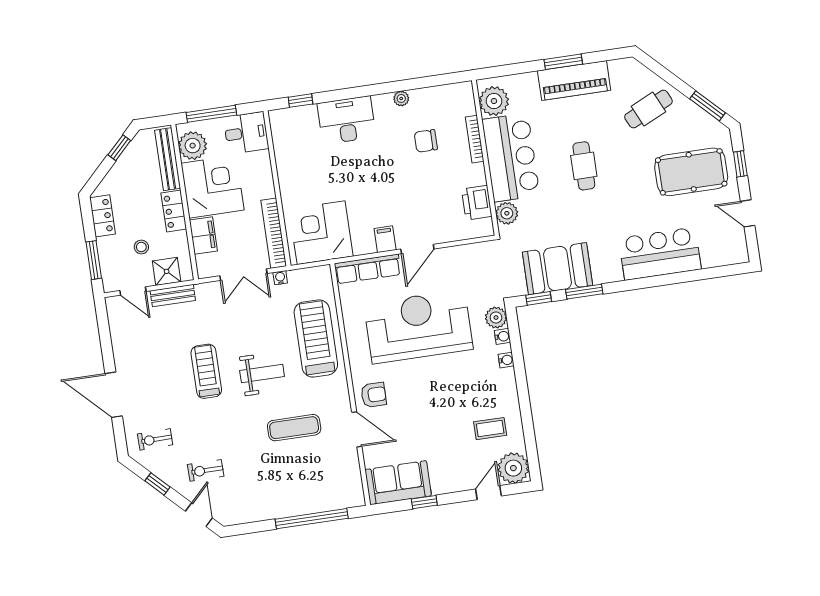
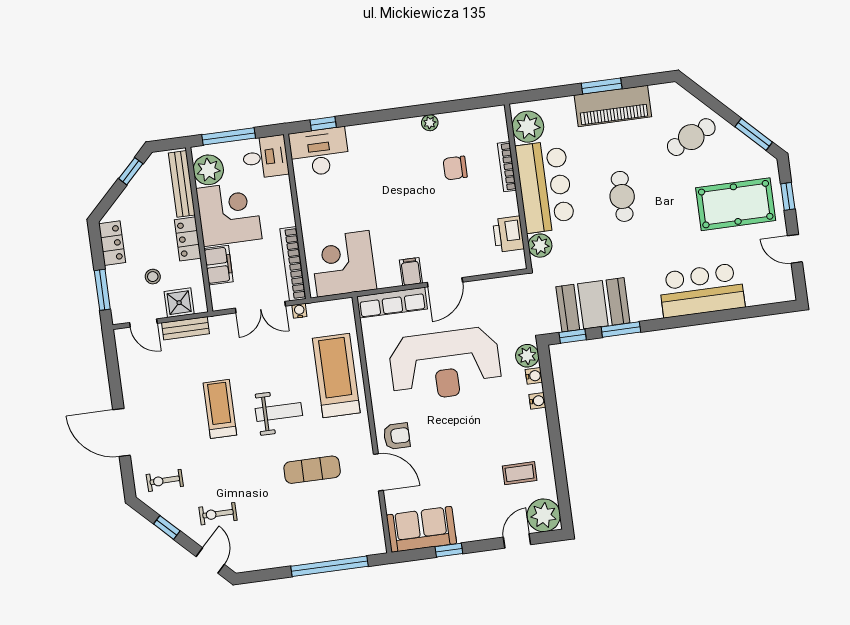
desk: (347, 120) -> (319, 152), moved
reception desk: (419, 327) -> (445, 364), turned 180

